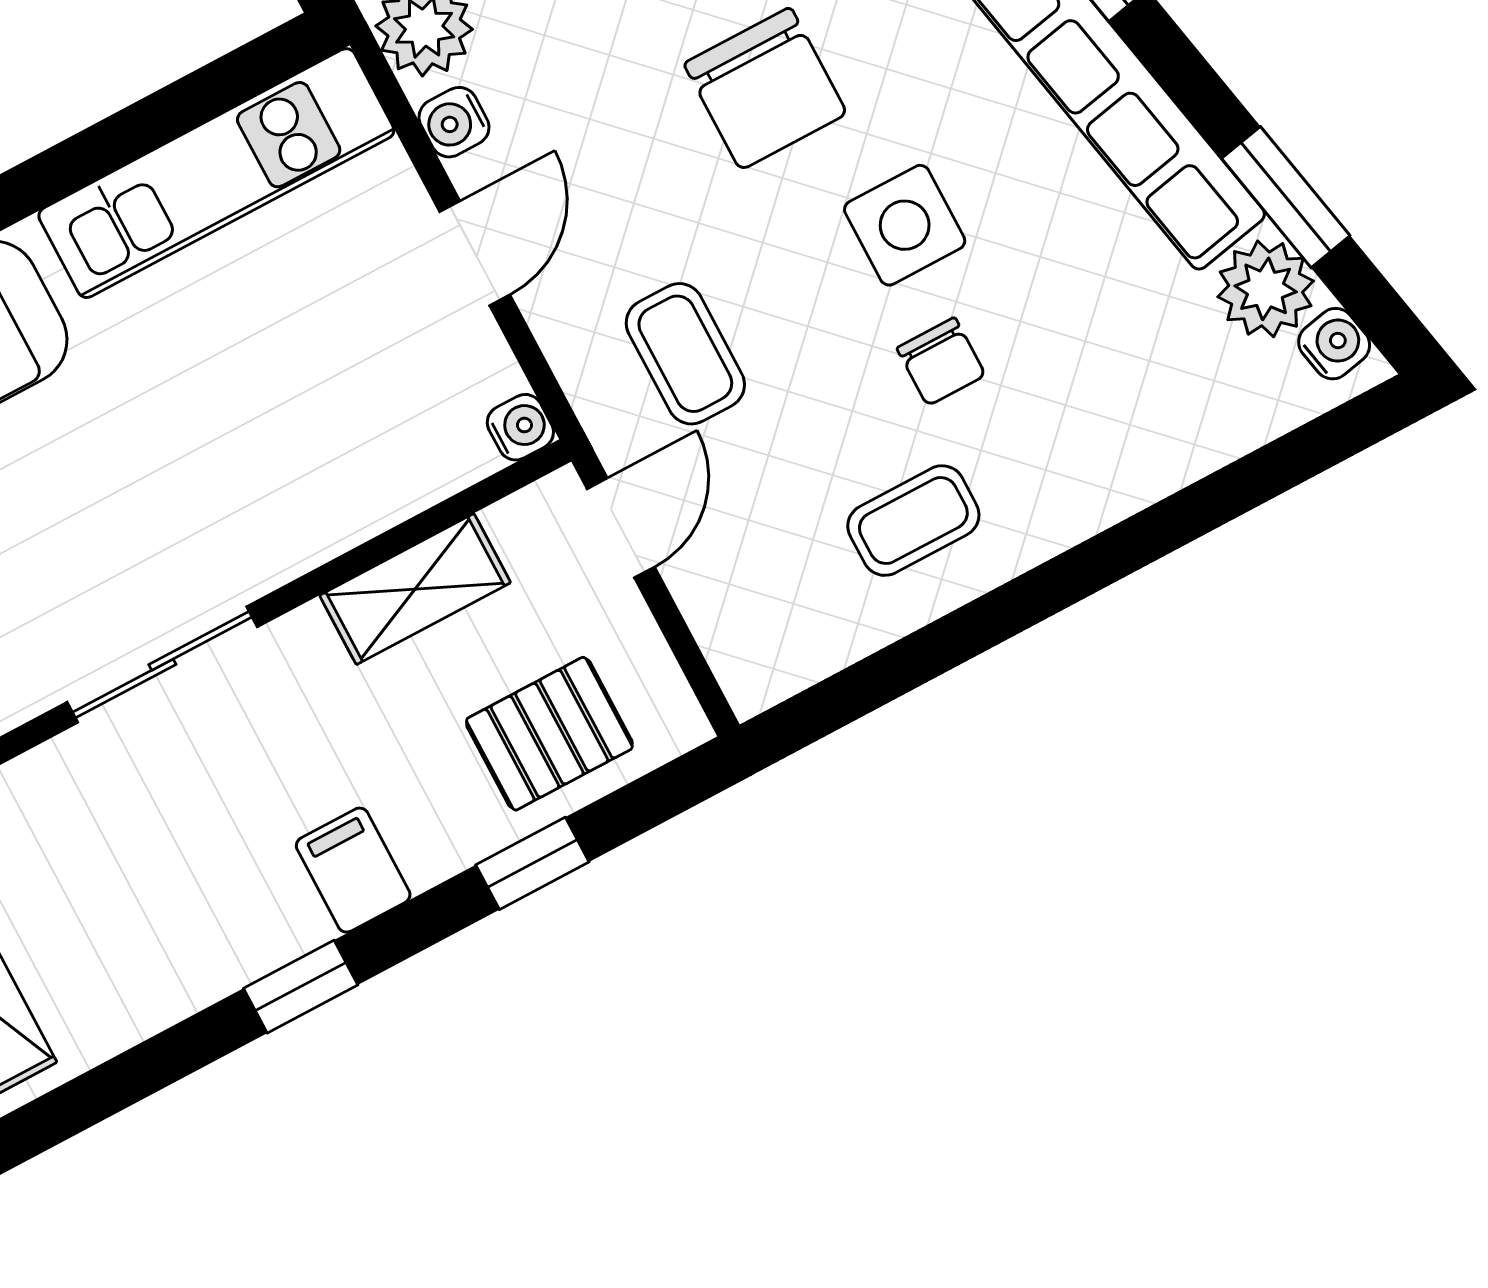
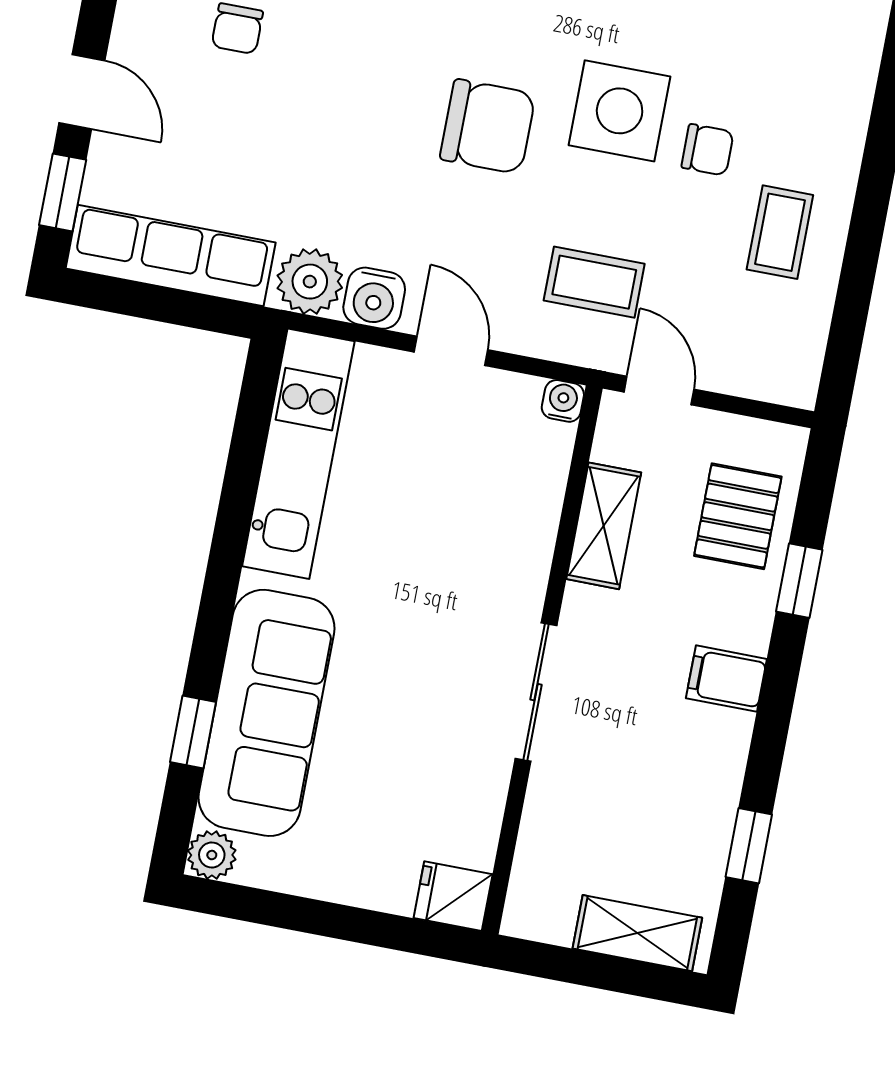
water cooler: (454, 122) -> (374, 298), width x1.38, depth x1.38
side table: (905, 225) -> (620, 111), width x1.37, depth x1.37
window: (301, 987) -> (749, 846), moved

